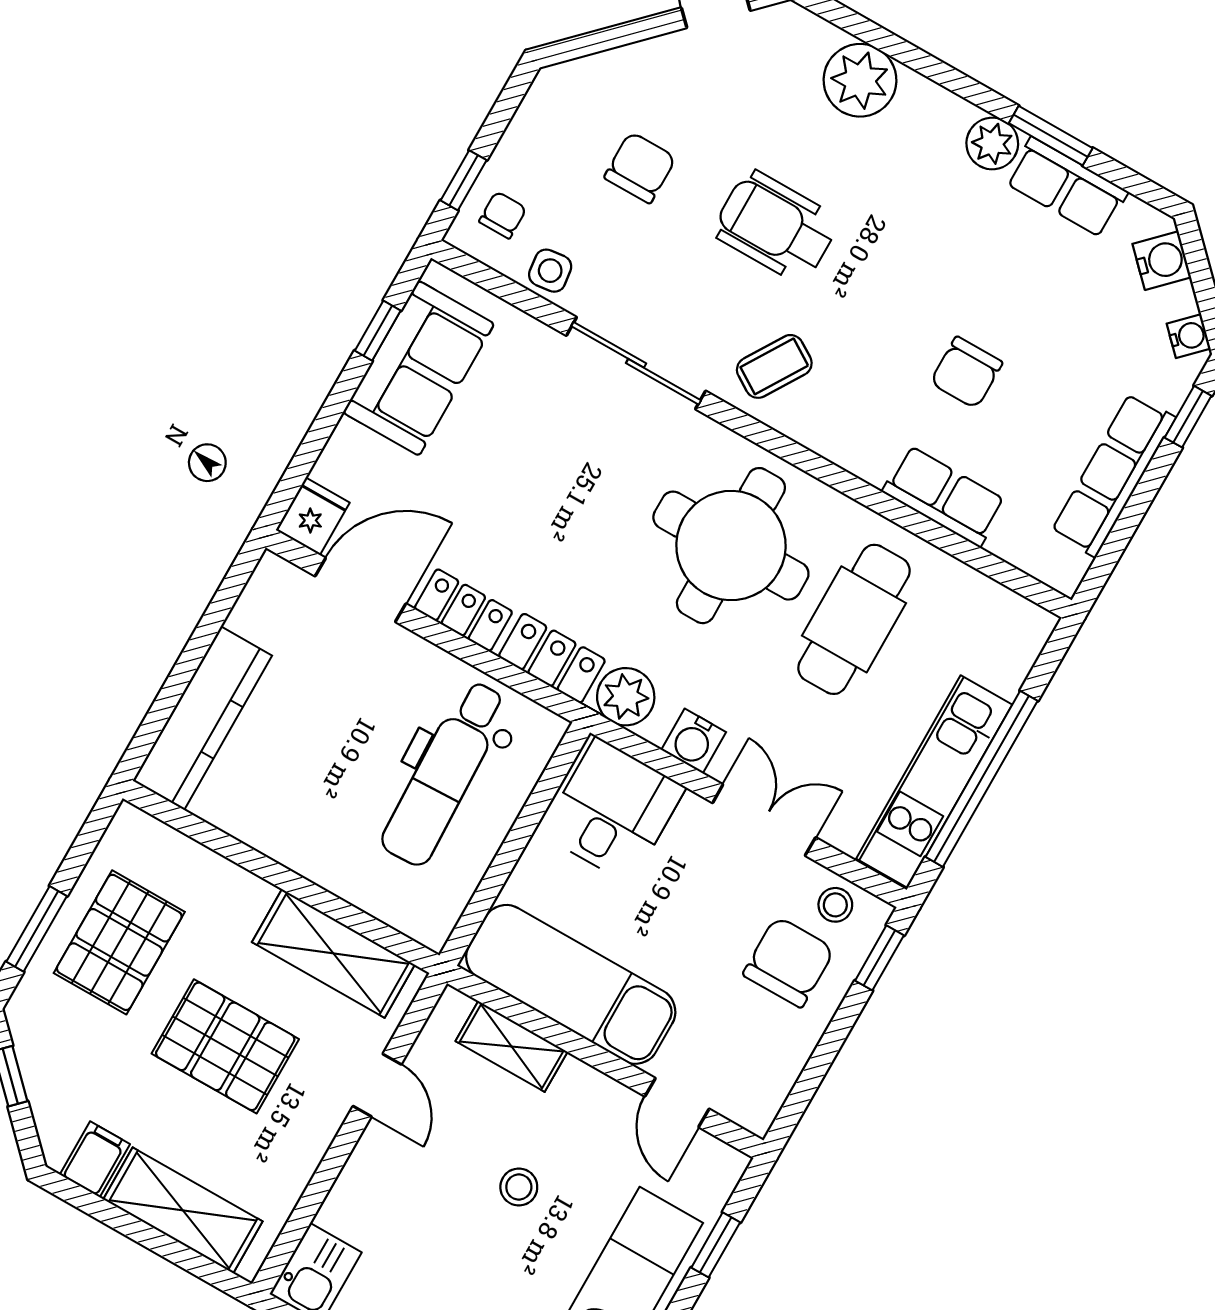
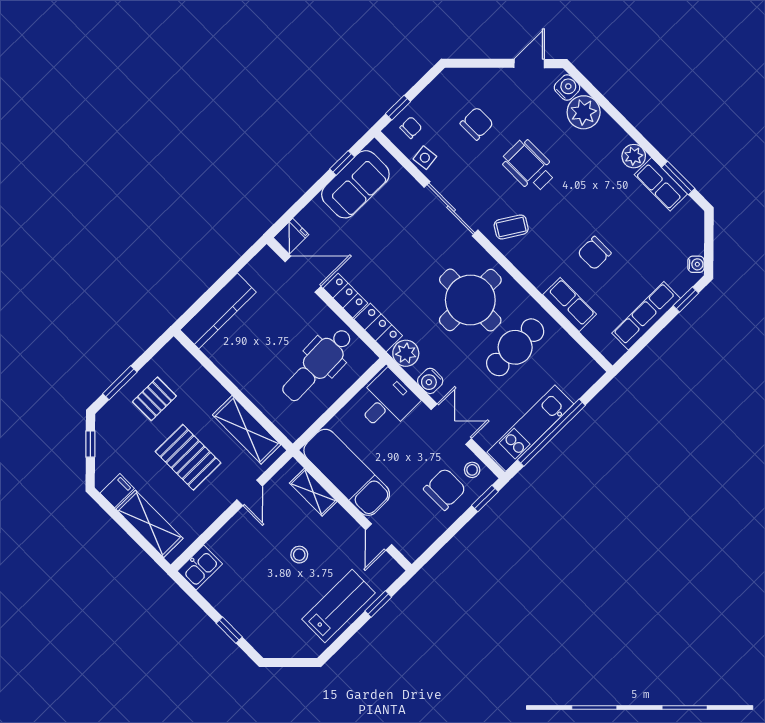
window: (1051, 136) -> (678, 178), moved
water cooler: (1162, 261) -> (567, 88), moved, turned -45
pallet: (119, 942) -> (154, 399), width x0.67, depth x0.71

